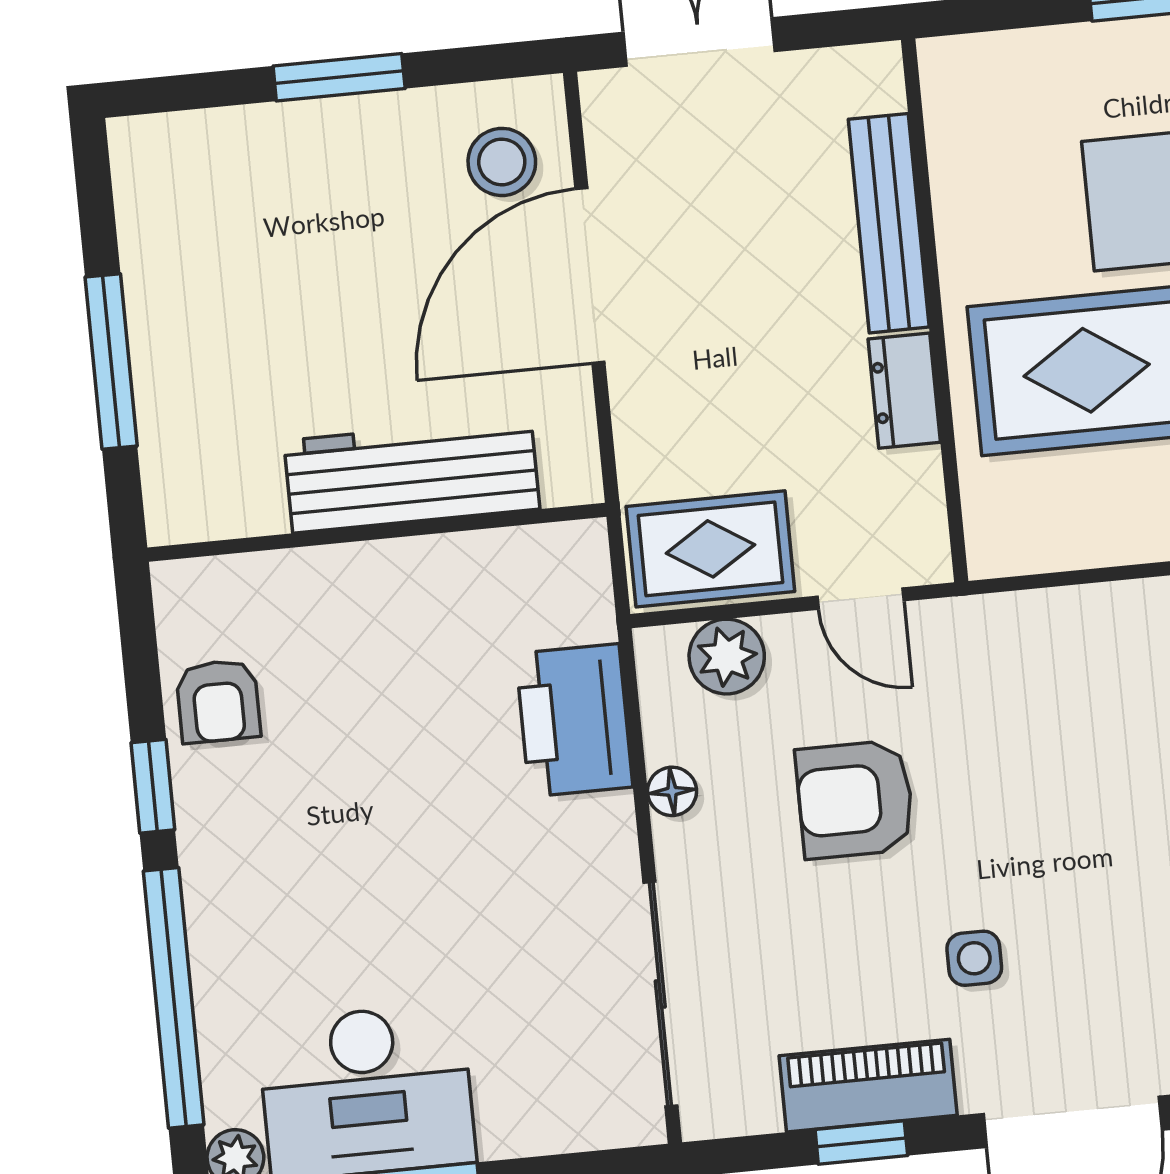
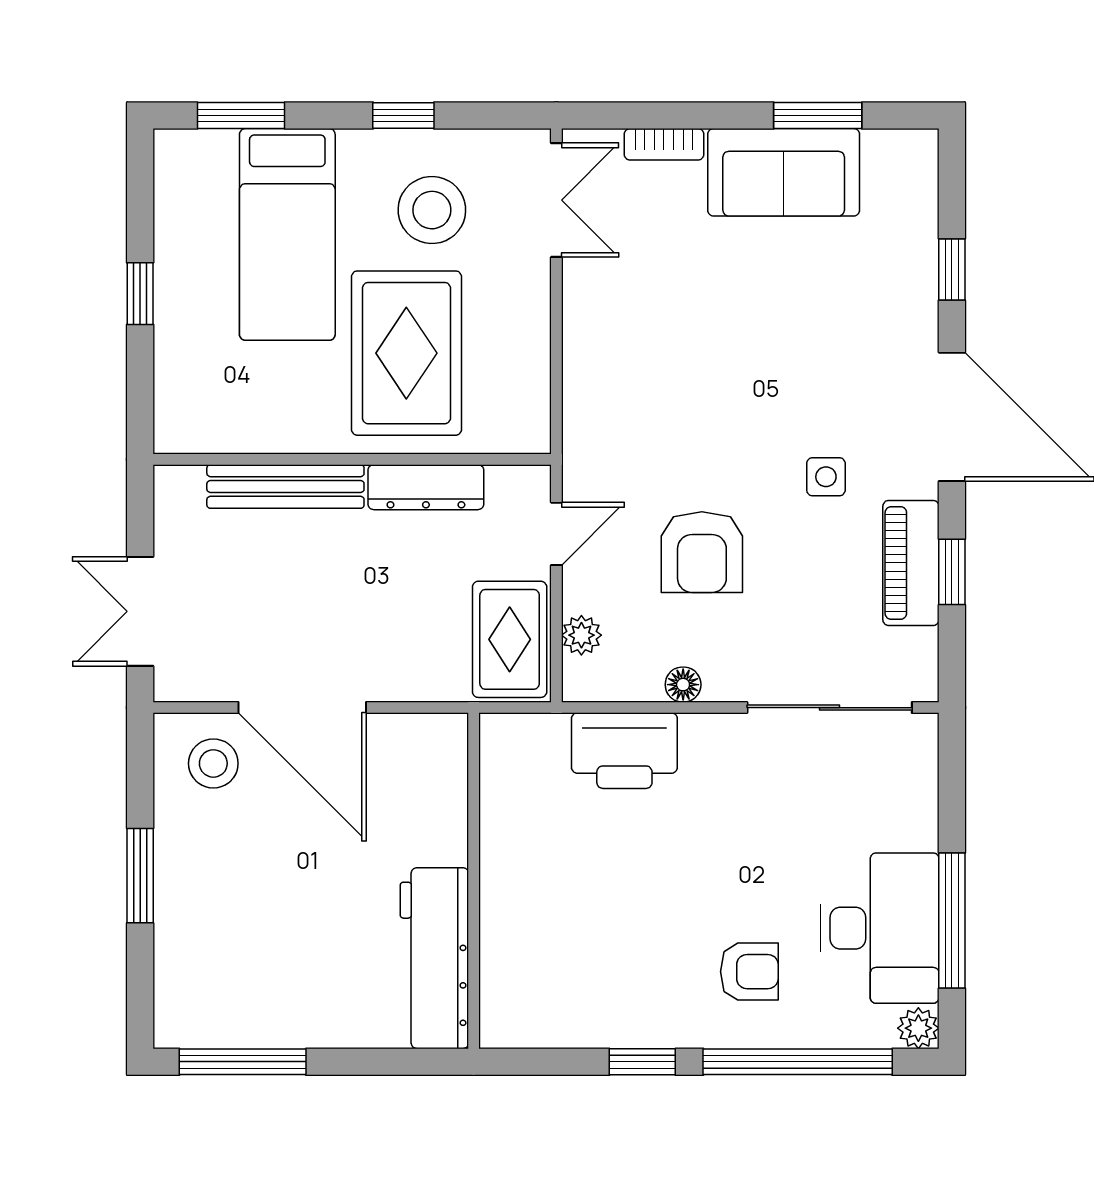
window: (111, 361) -> (243, 1062), moved
dresser: (904, 391) -> (426, 487), width x1.44
workbench: (412, 475) -> (434, 958), moved
plant: (727, 657) -> (581, 635), width x0.73, depth x0.73
armchair: (218, 701) -> (749, 972), moved

